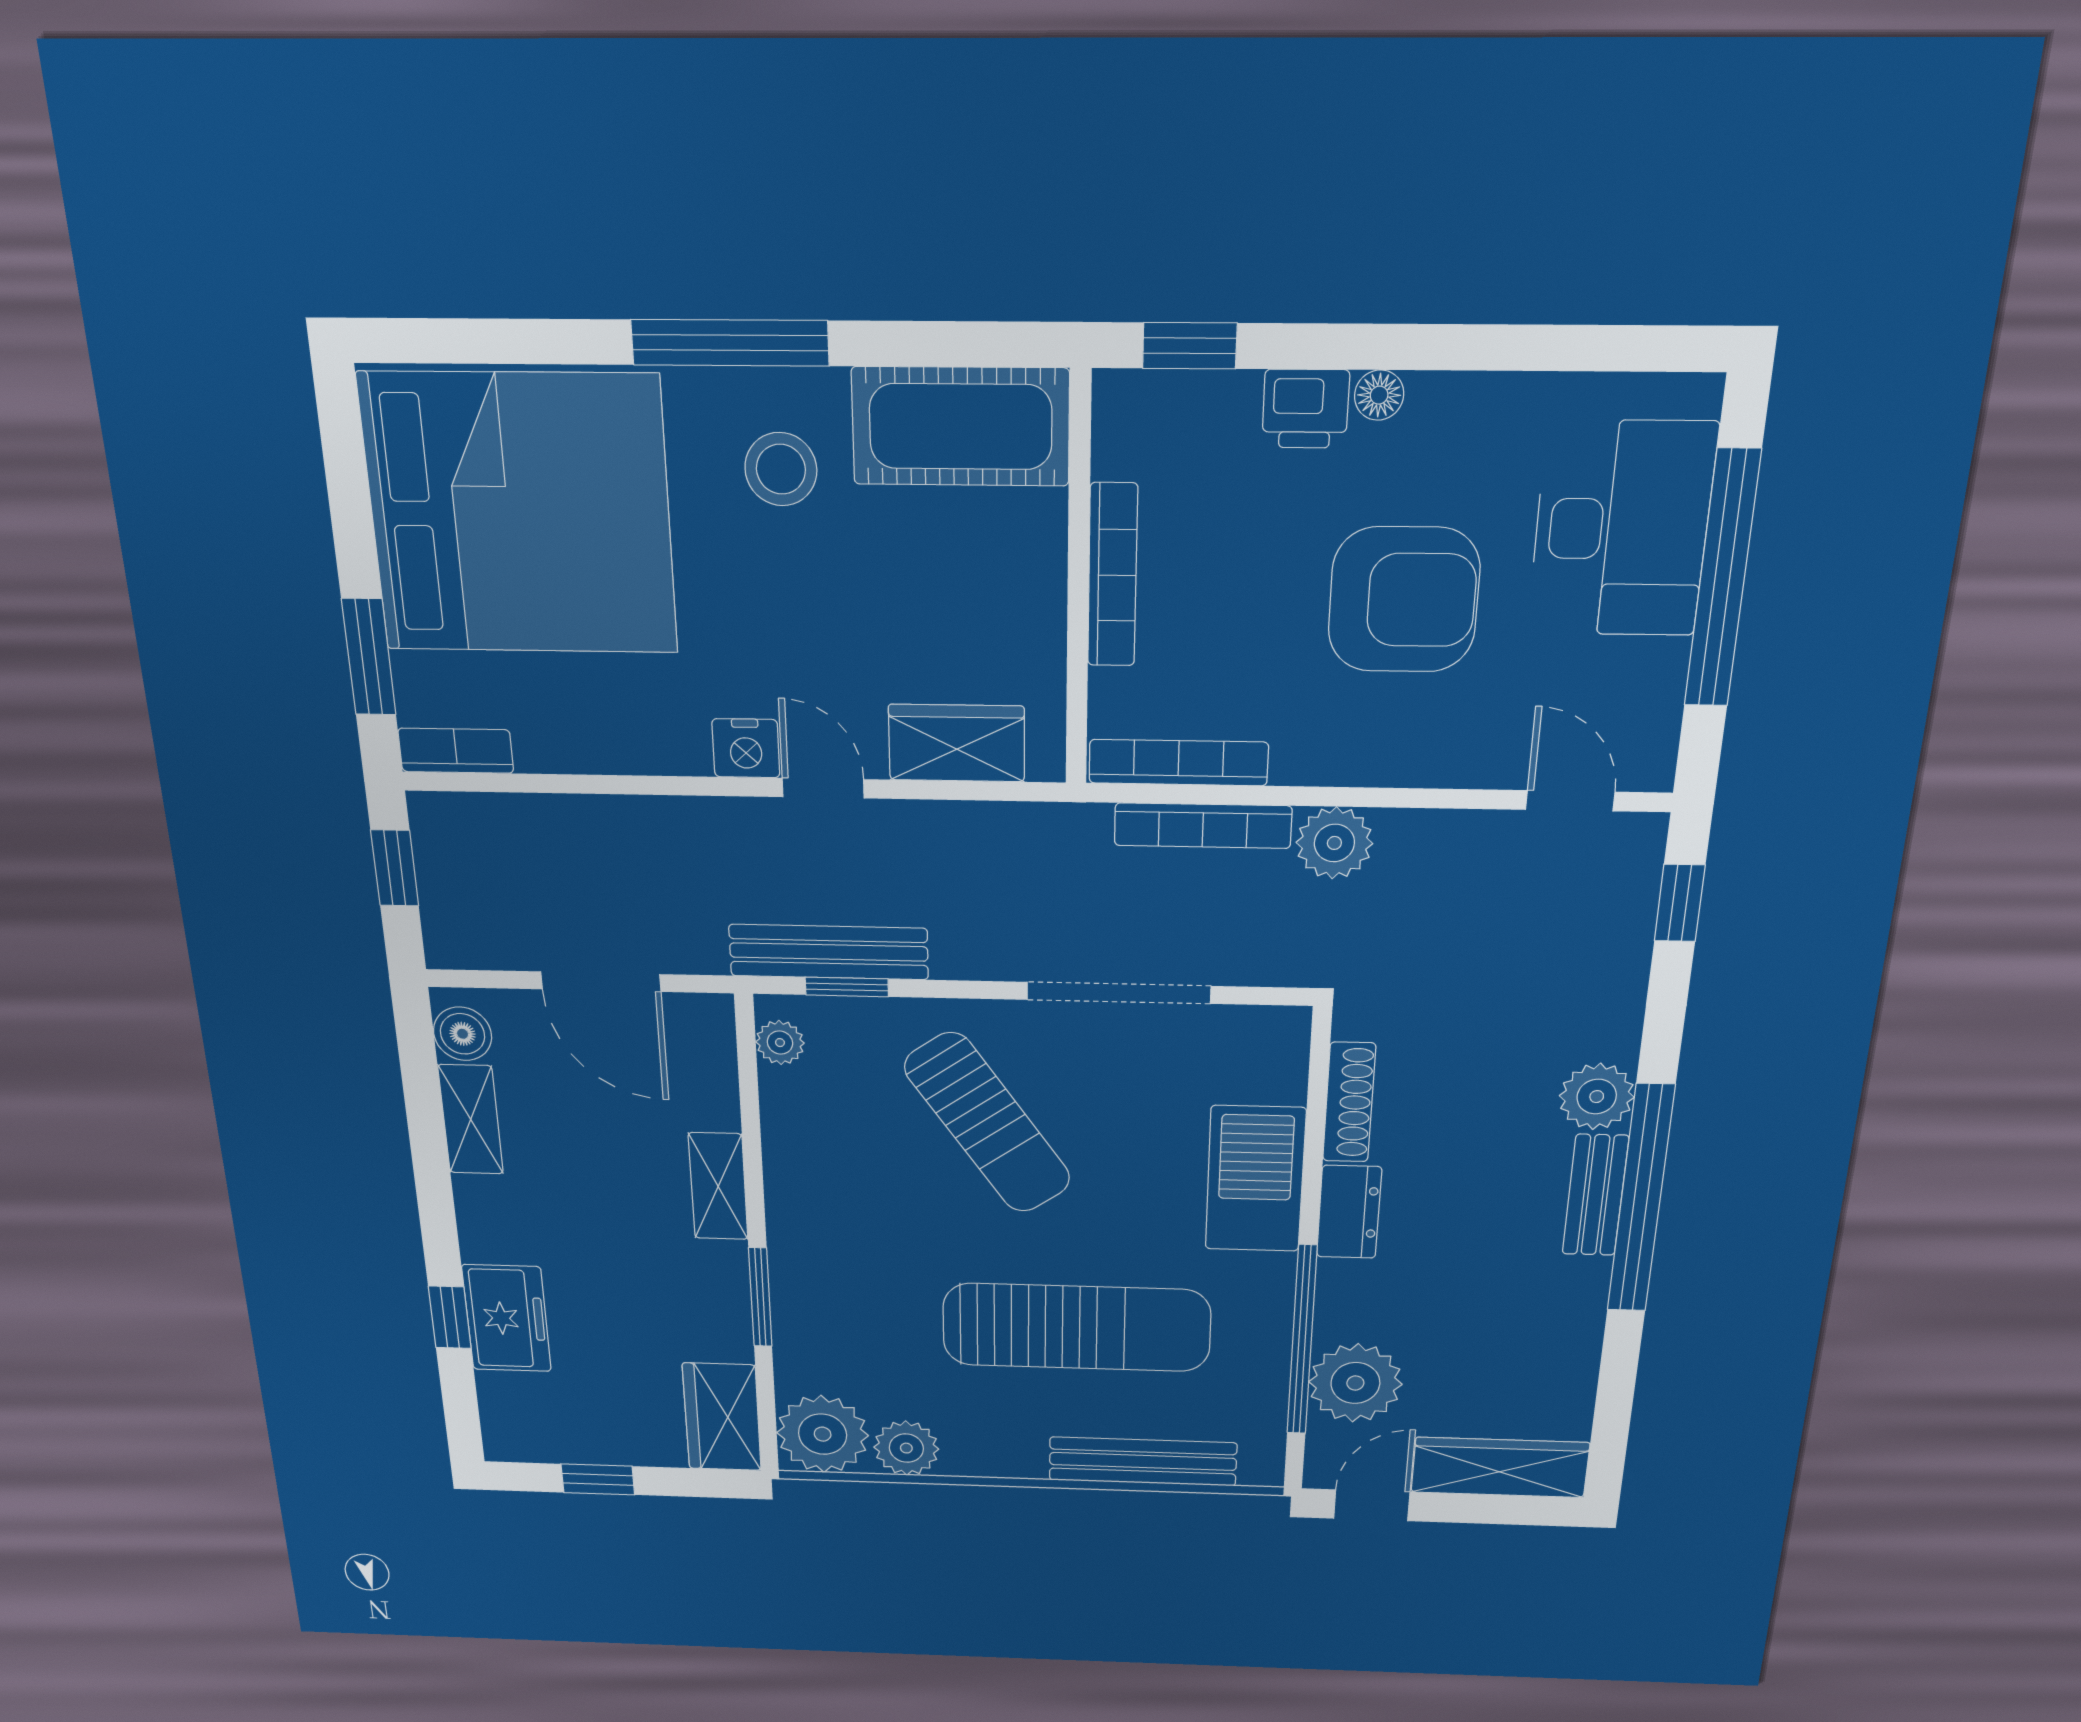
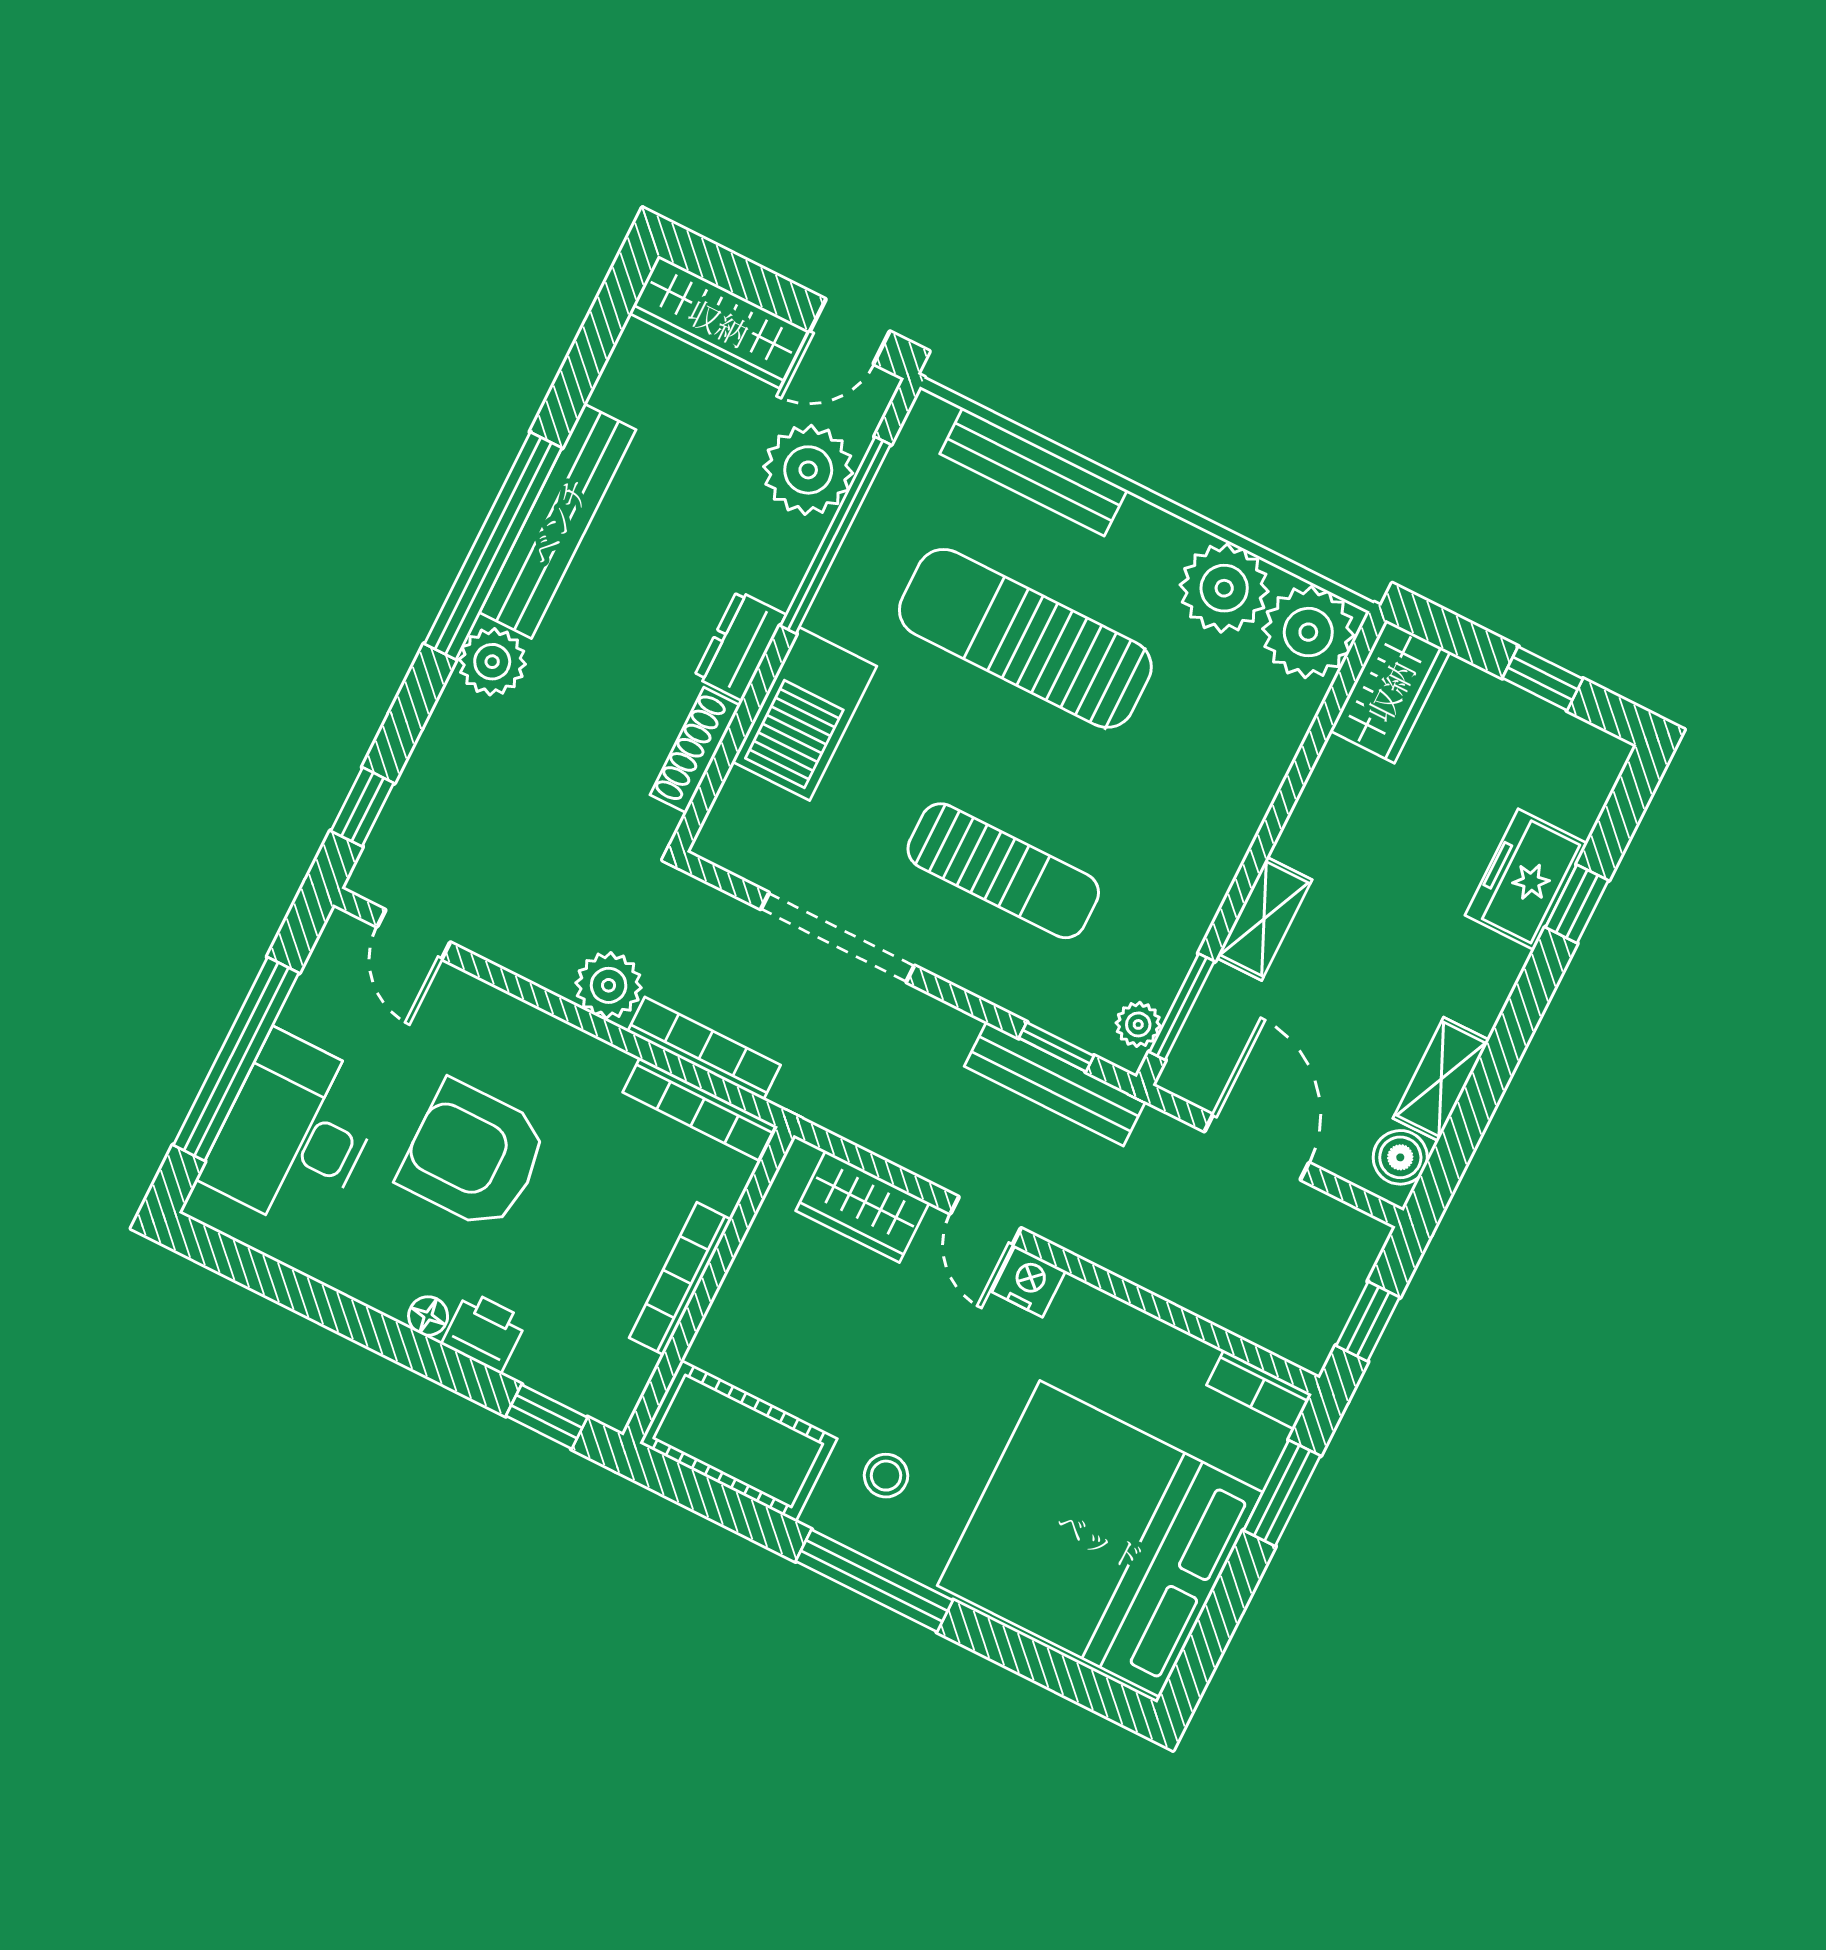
stool: (781, 469) -> (886, 1476), width x0.73, depth x0.73
sun lounger: (988, 1123) -> (1003, 871), turned 125
bench: (1595, 1195) -> (558, 521), width x1.86, depth x1.21
window: (760, 1297) -> (1182, 1007), moved
plant: (906, 1448) -> (1224, 588), width x1.36, depth x1.36

